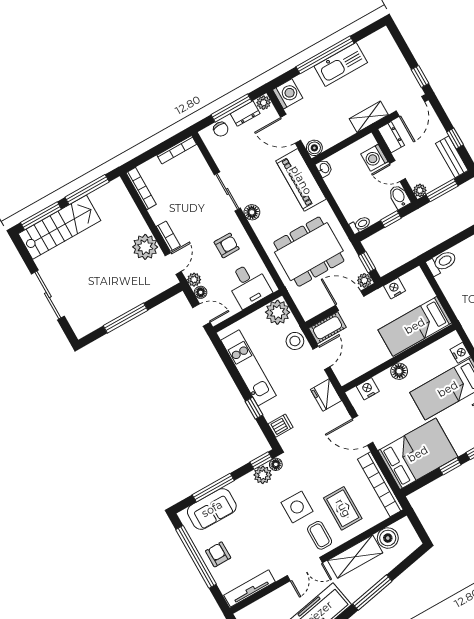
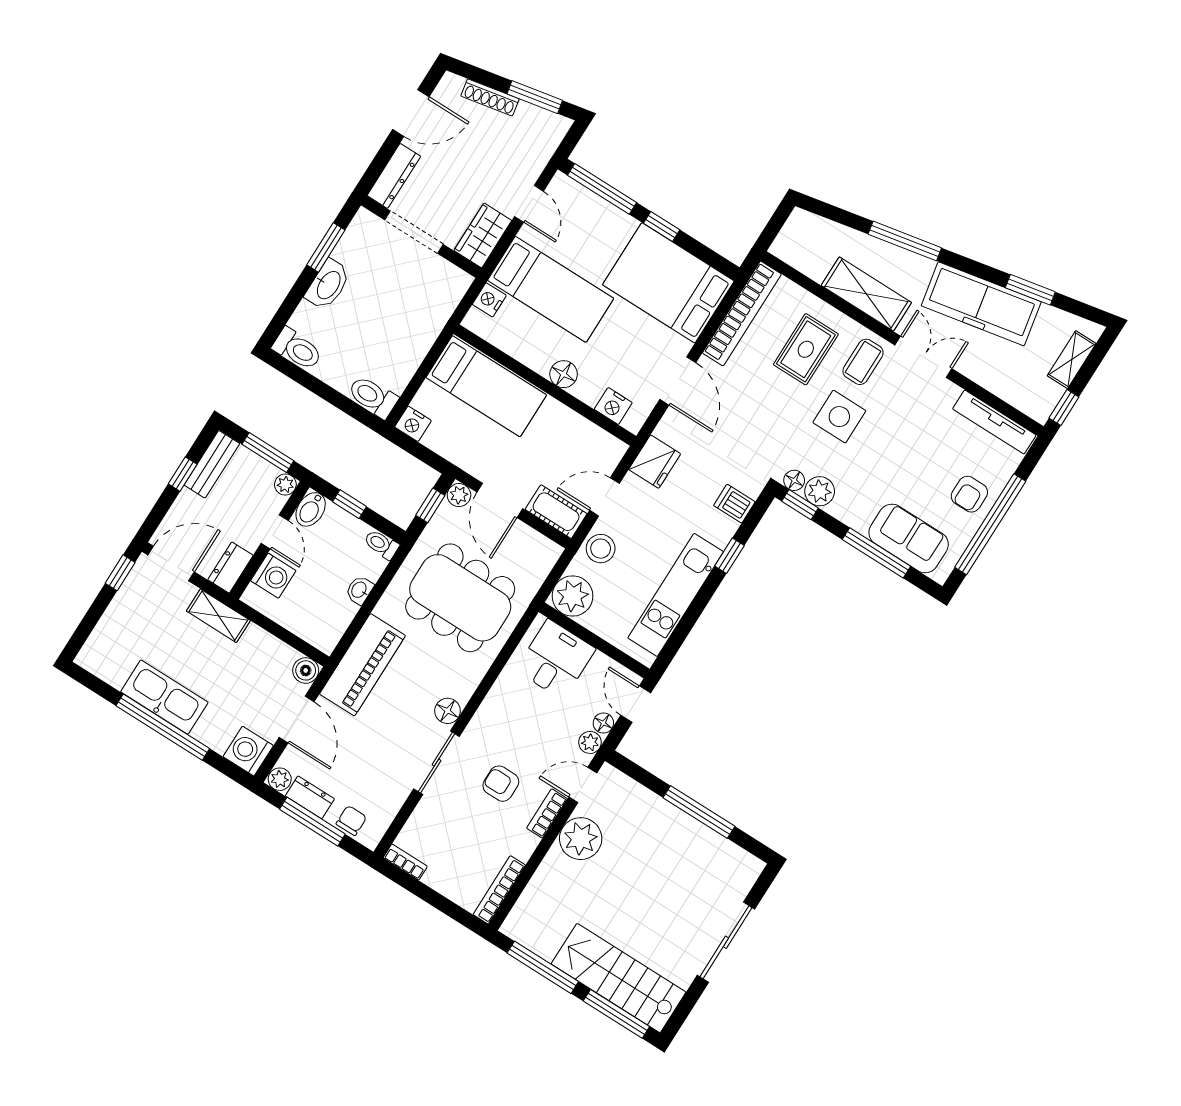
bookcase: (177, 150) -> (405, 862), width x0.64
washbasin: (324, 168) -> (359, 590), moved
armchair: (227, 245) -> (501, 784), moved
nightstand: (395, 288) -> (413, 424), moved
boiler: (388, 538) -> (814, 261), removed

